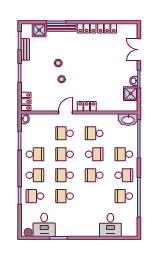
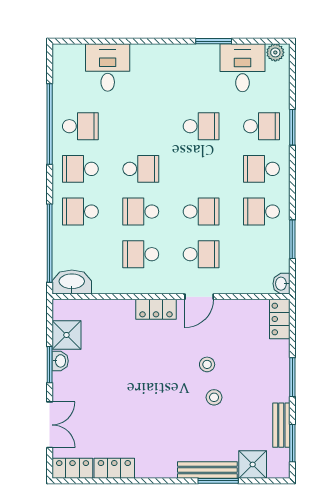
locker: (87, 28) -> (73, 468), moved
school desk: (94, 133) -> (141, 254), turned 180
school desk: (124, 154) -> (80, 212), turned 180
school desk: (65, 175) -> (201, 169), removed

